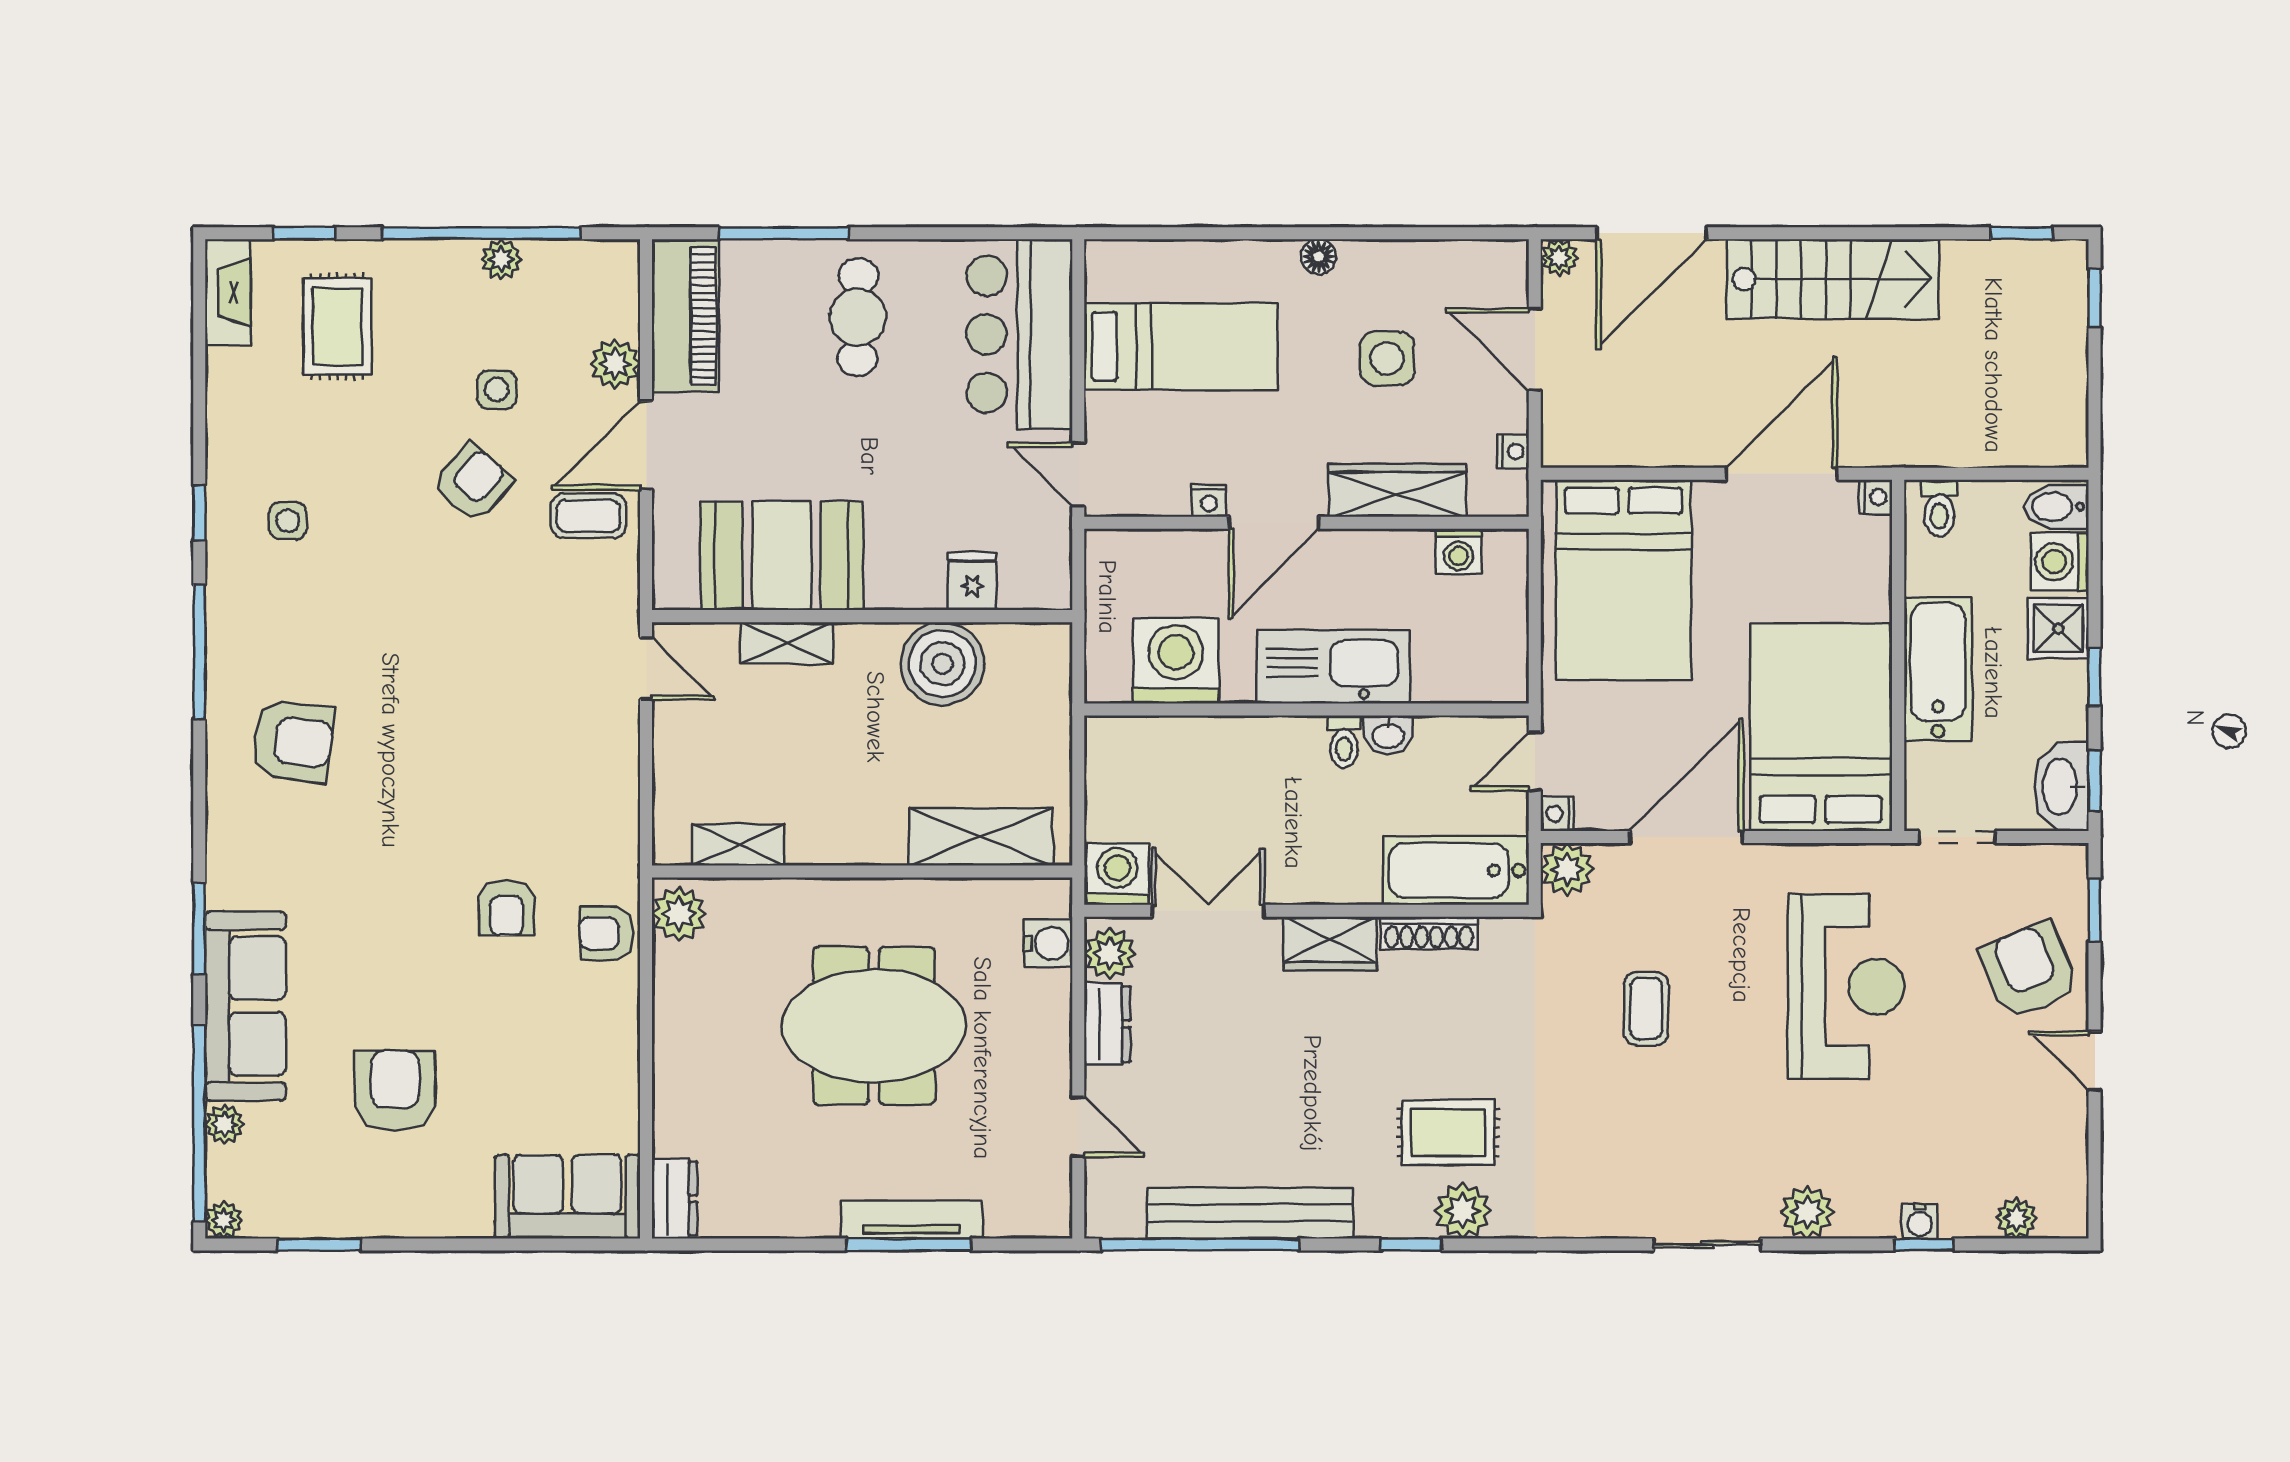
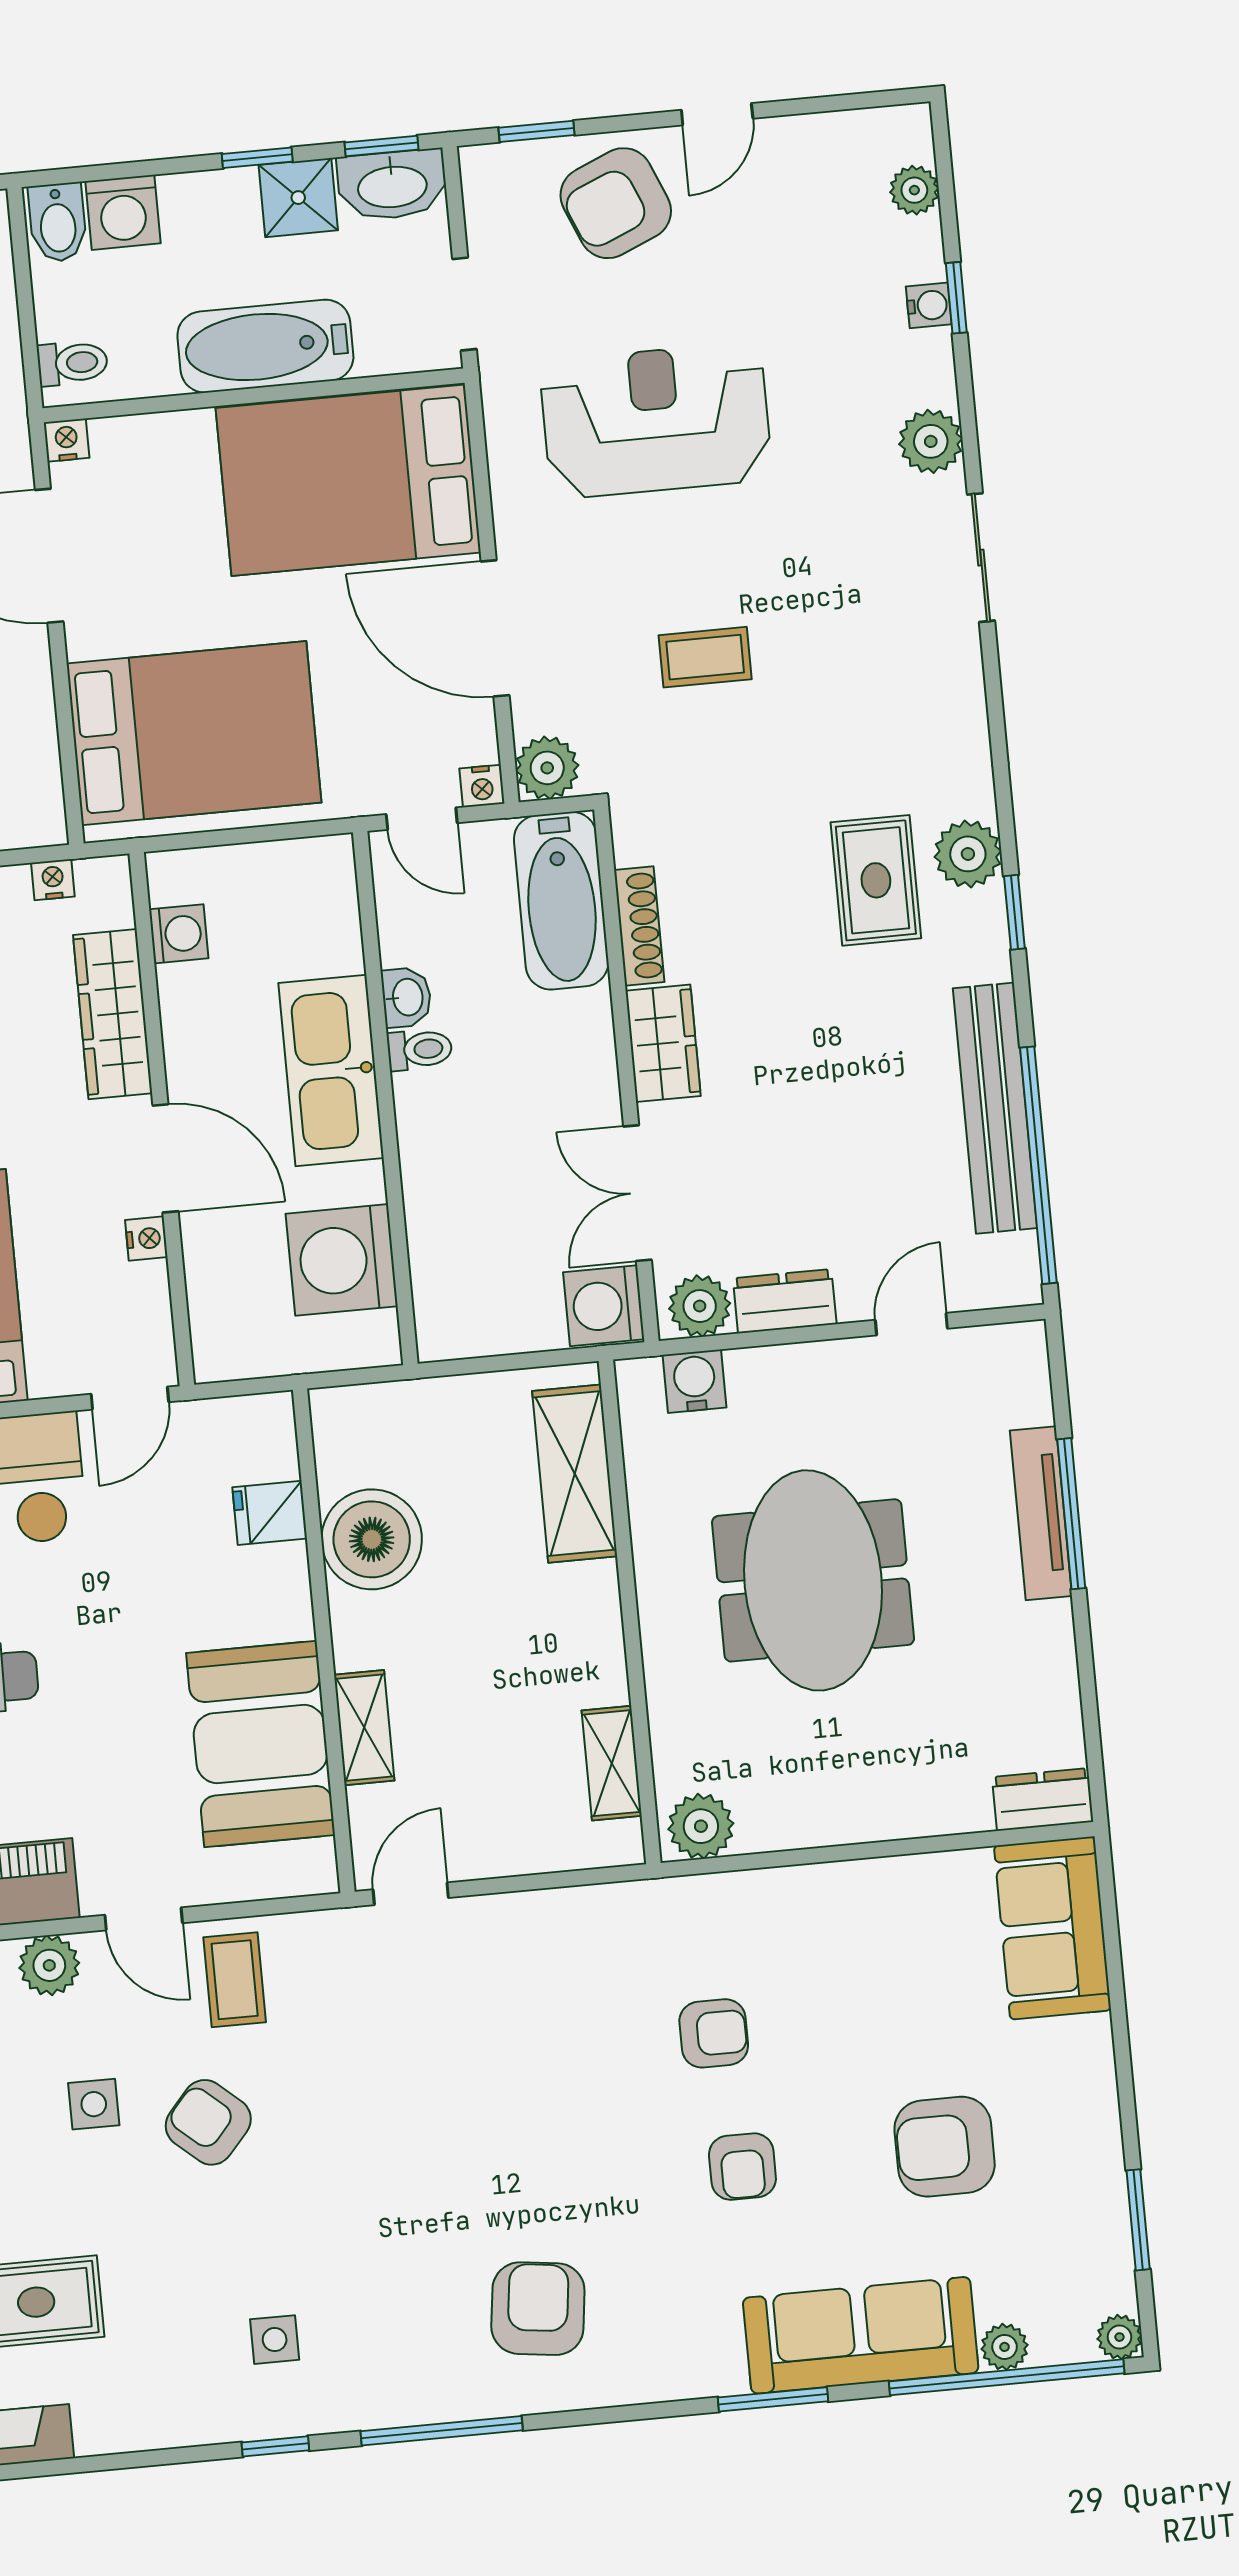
door: (646, 445) -> (144, 1919), width x0.73
shower: (2058, 628) -> (298, 198), moved
armchair: (607, 933) -> (742, 2167), moved

